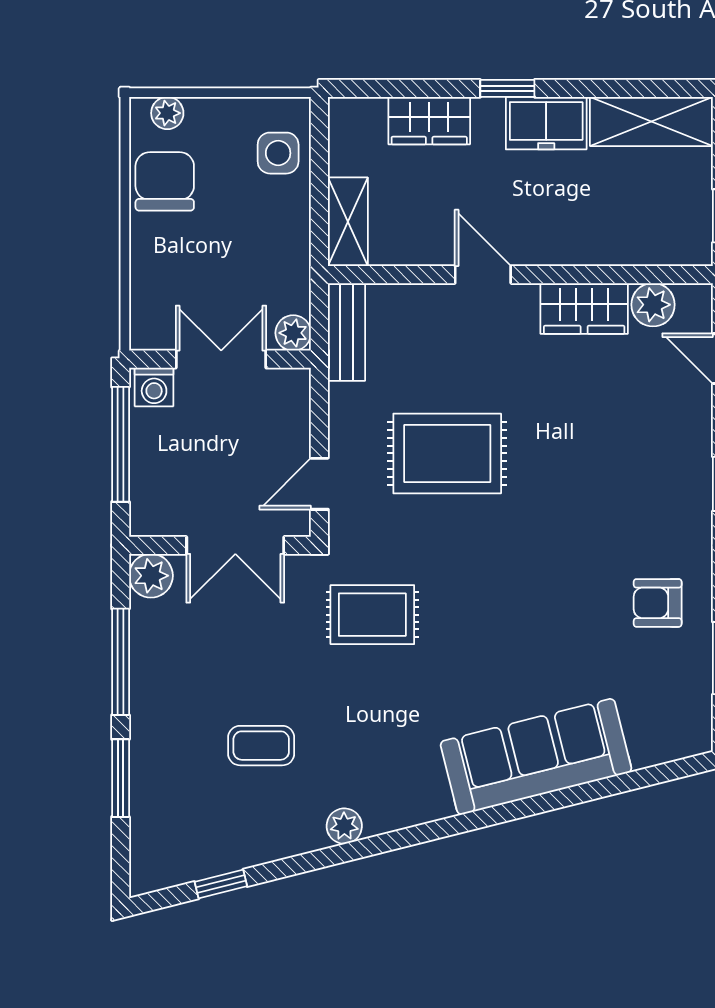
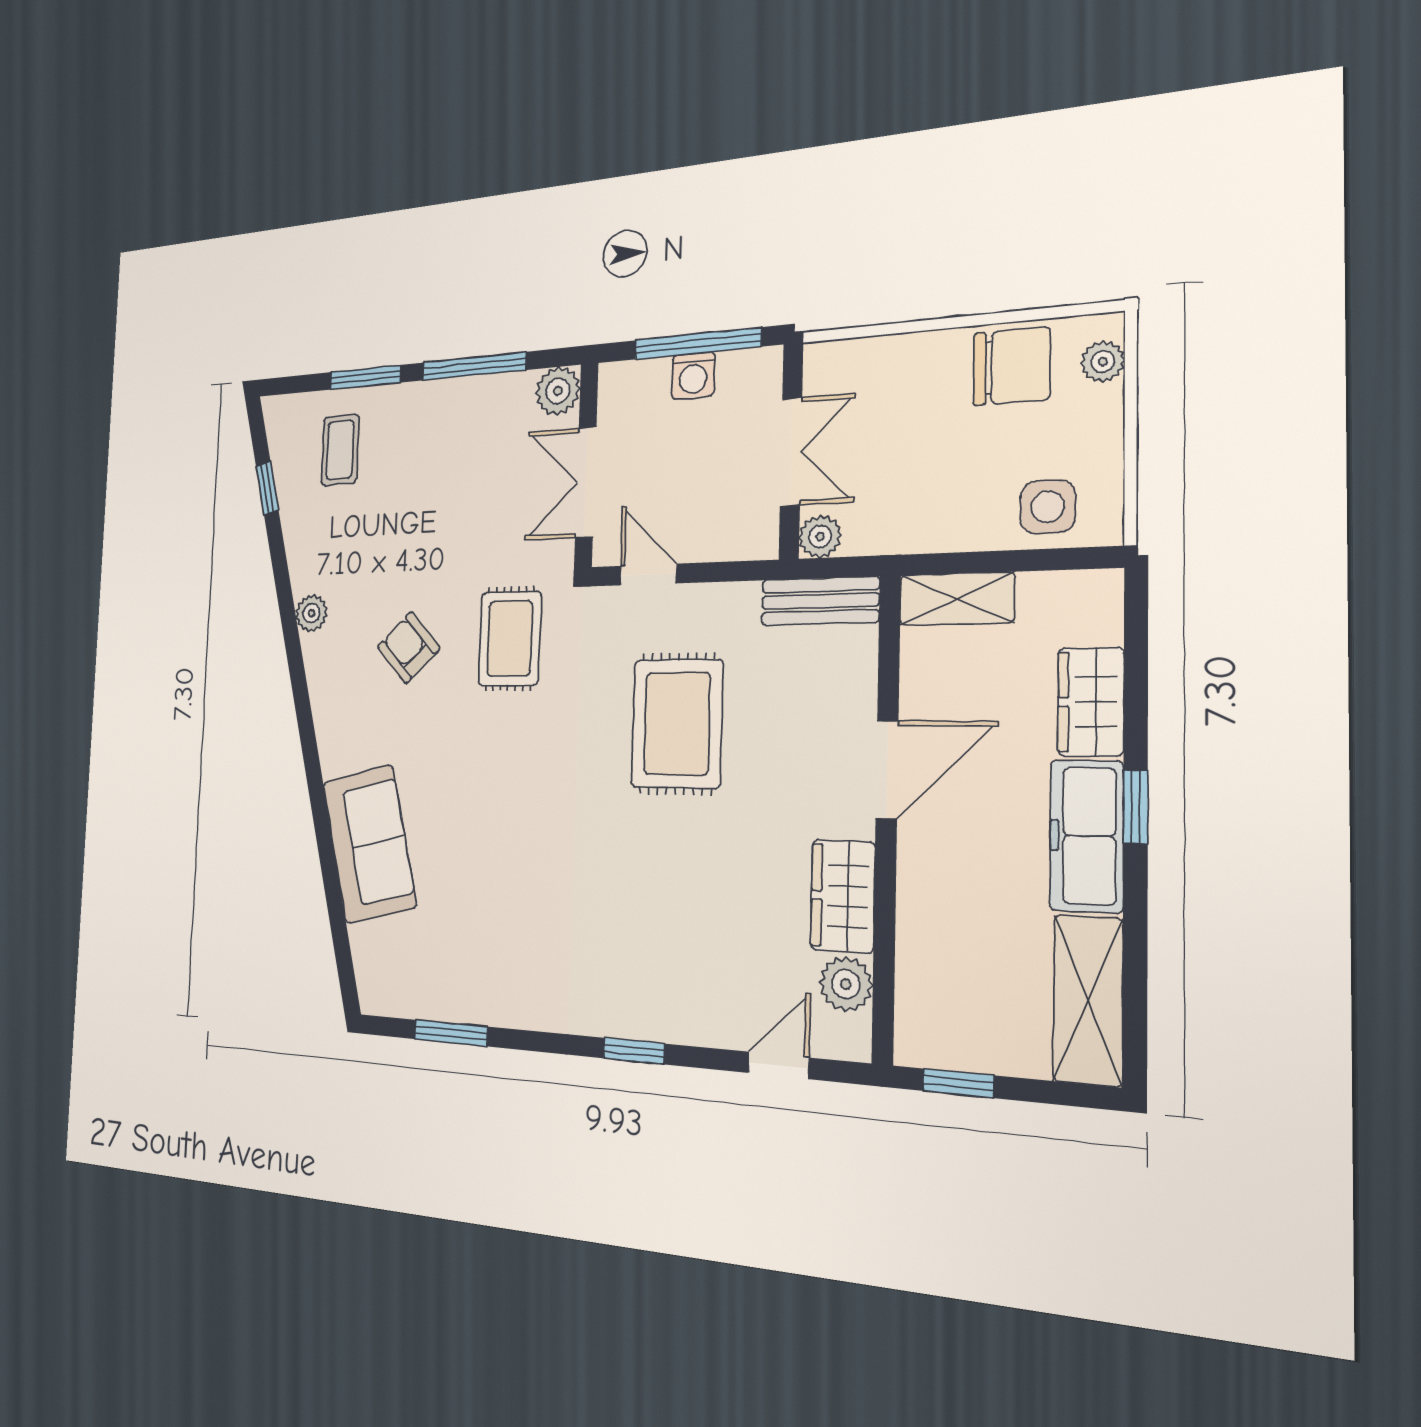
freezer: (546, 123) -> (1086, 836), width x1.40
door: (483, 275) -> (887, 770), width x1.38
washing machine: (154, 387) -> (693, 376), moved, turned -90
armchair: (658, 603) -> (408, 648), moved, turned -43
coffee table: (261, 746) -> (340, 450), moved
sofa: (536, 757) -> (369, 844), width x0.73

